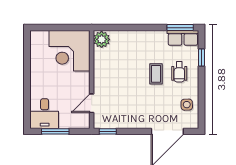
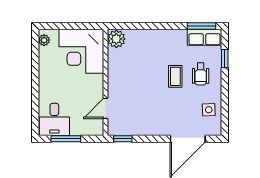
plant: (35, 41) -> (44, 40), added

